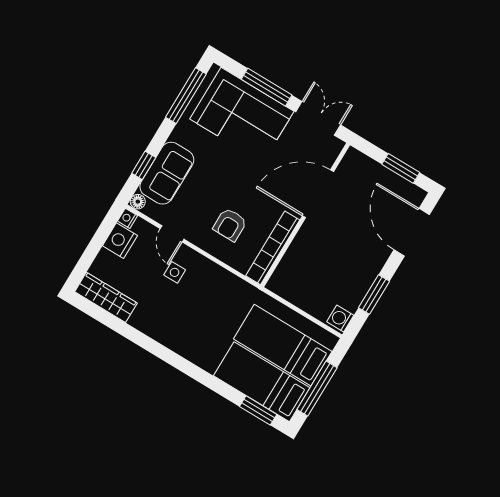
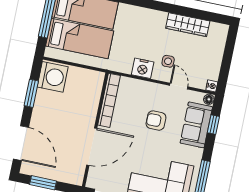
armchair: (230, 225) -> (156, 121), moved, turned -90
nightstand: (120, 241) -> (143, 68), moved, turned 90
wardrobe: (106, 297) -> (188, 25), moved
washing machine: (340, 319) -> (53, 77), width x1.89, depth x1.89

